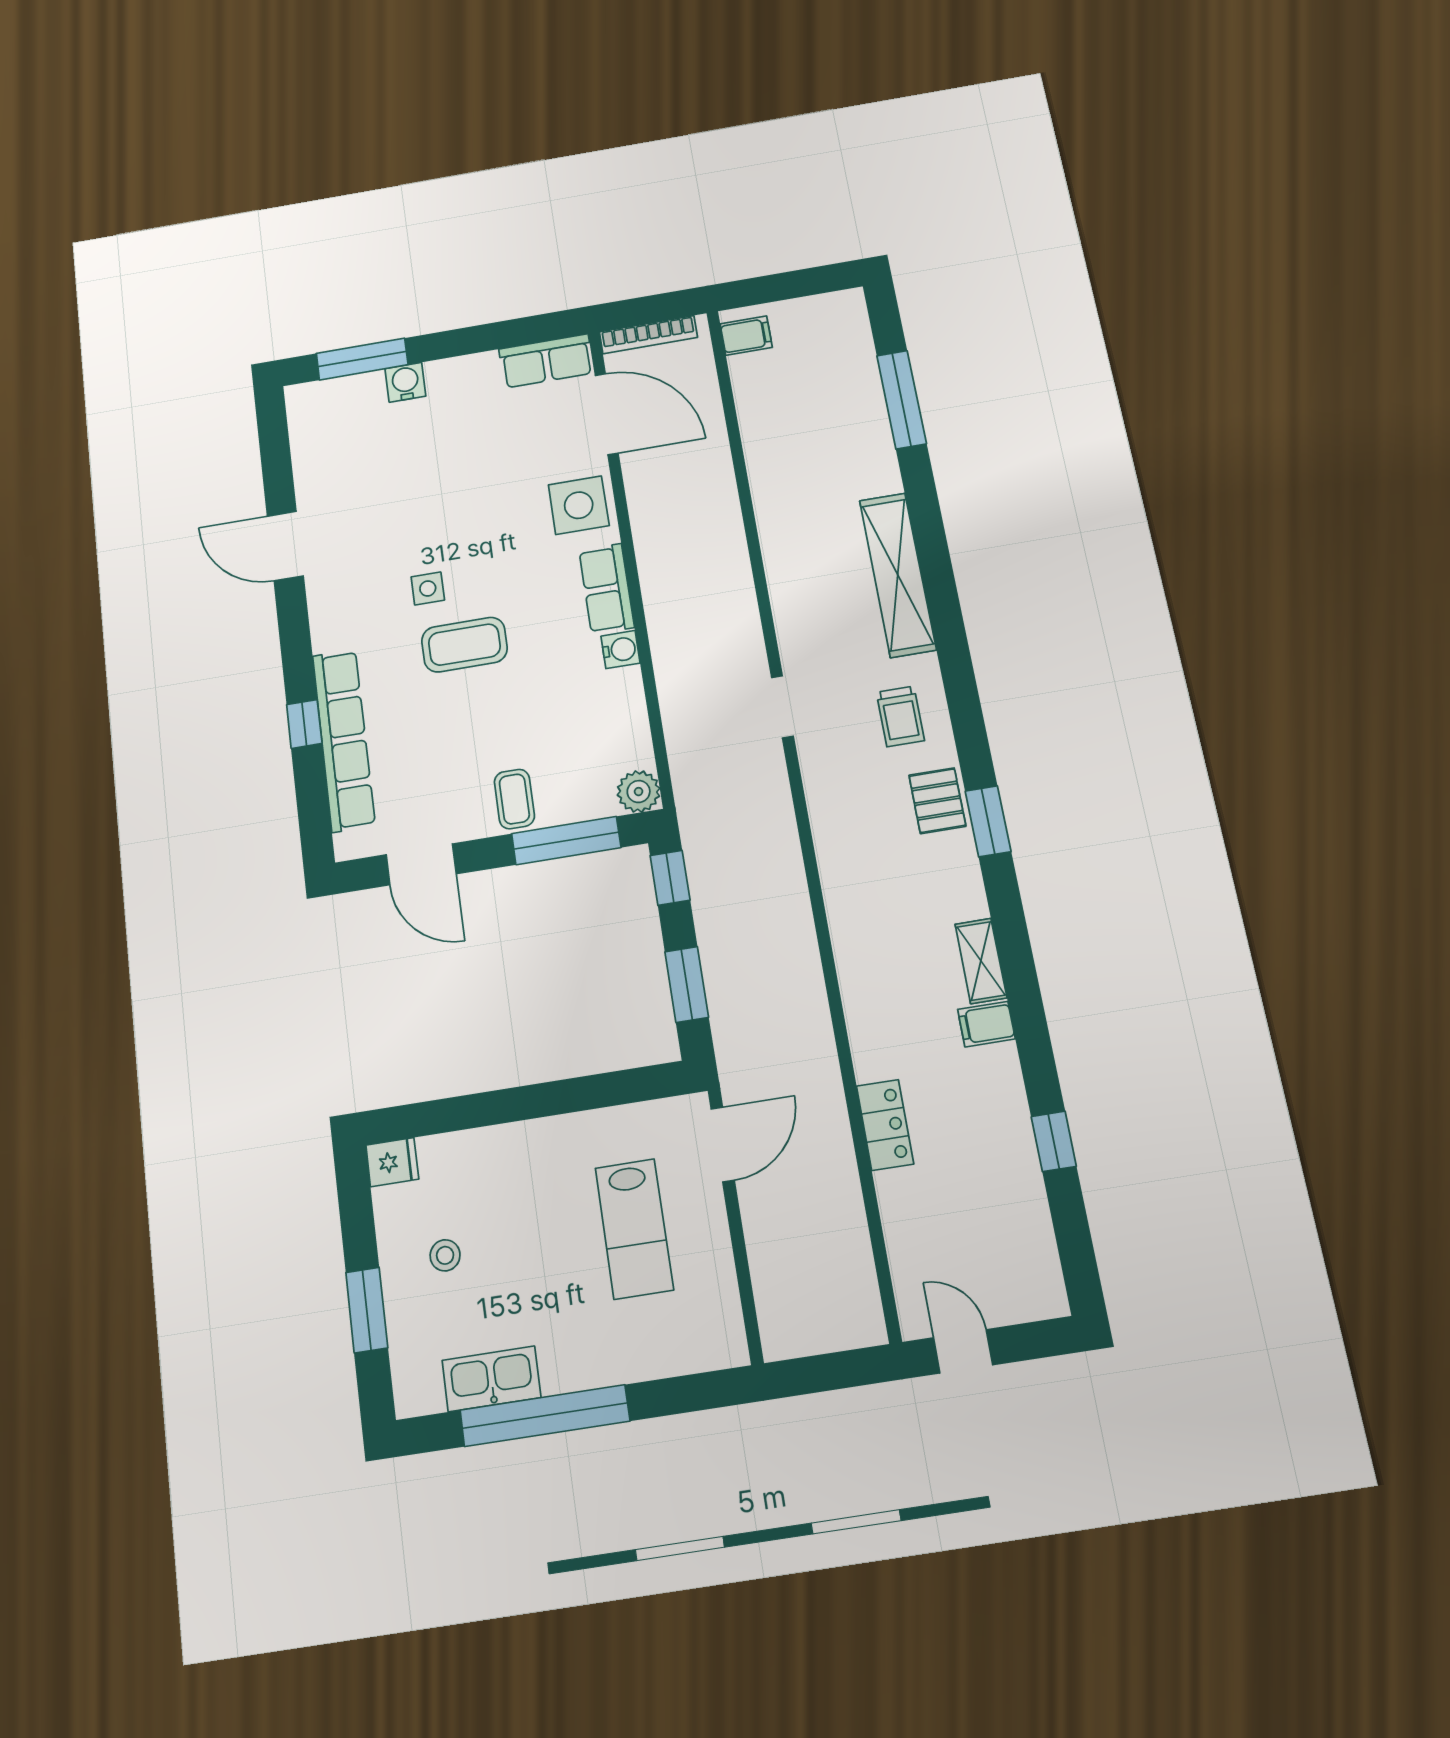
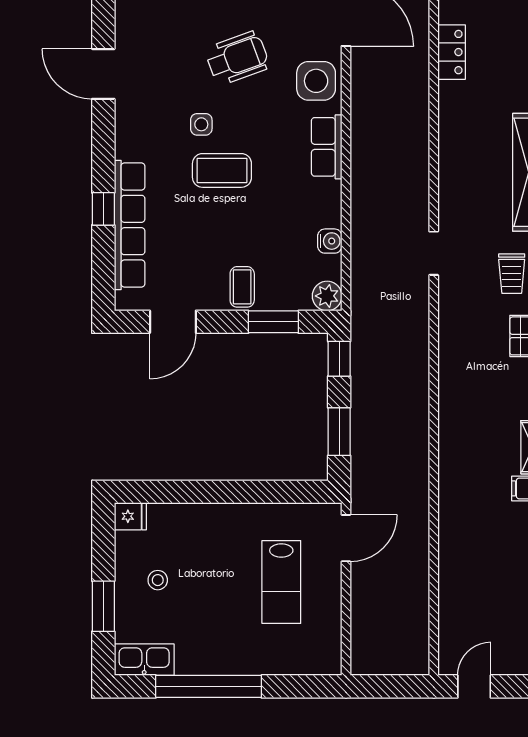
wheelchair: (466, 494) -> (237, 58), added
water cooler: (620, 650) -> (330, 241), moved
window: (566, 841) -> (273, 322), width x0.69
door: (421, 864) -> (173, 322), hinge flipped
locker: (885, 1125) -> (452, 52), moved
door: (963, 1351) -> (474, 686), hinge flipped
kitchen sink: (491, 1379) -> (144, 660), moved

